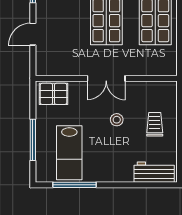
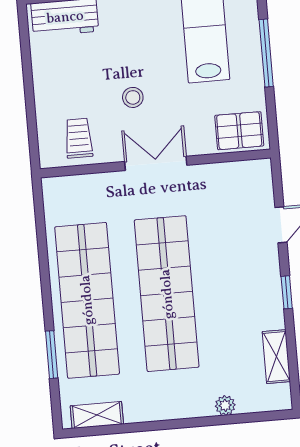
trolley: (155, 124) -> (79, 138), moved, turned 180

